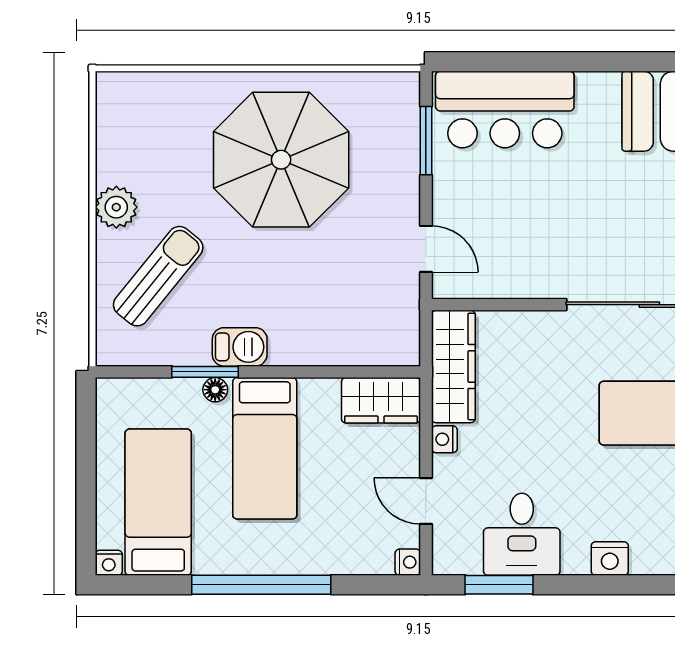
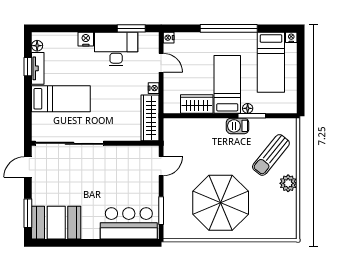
door: (426, 249) -> (161, 166), swing flipped
wardrobe: (381, 400) -> (197, 104), moved
desk: (522, 534) -> (116, 49), width x1.37

